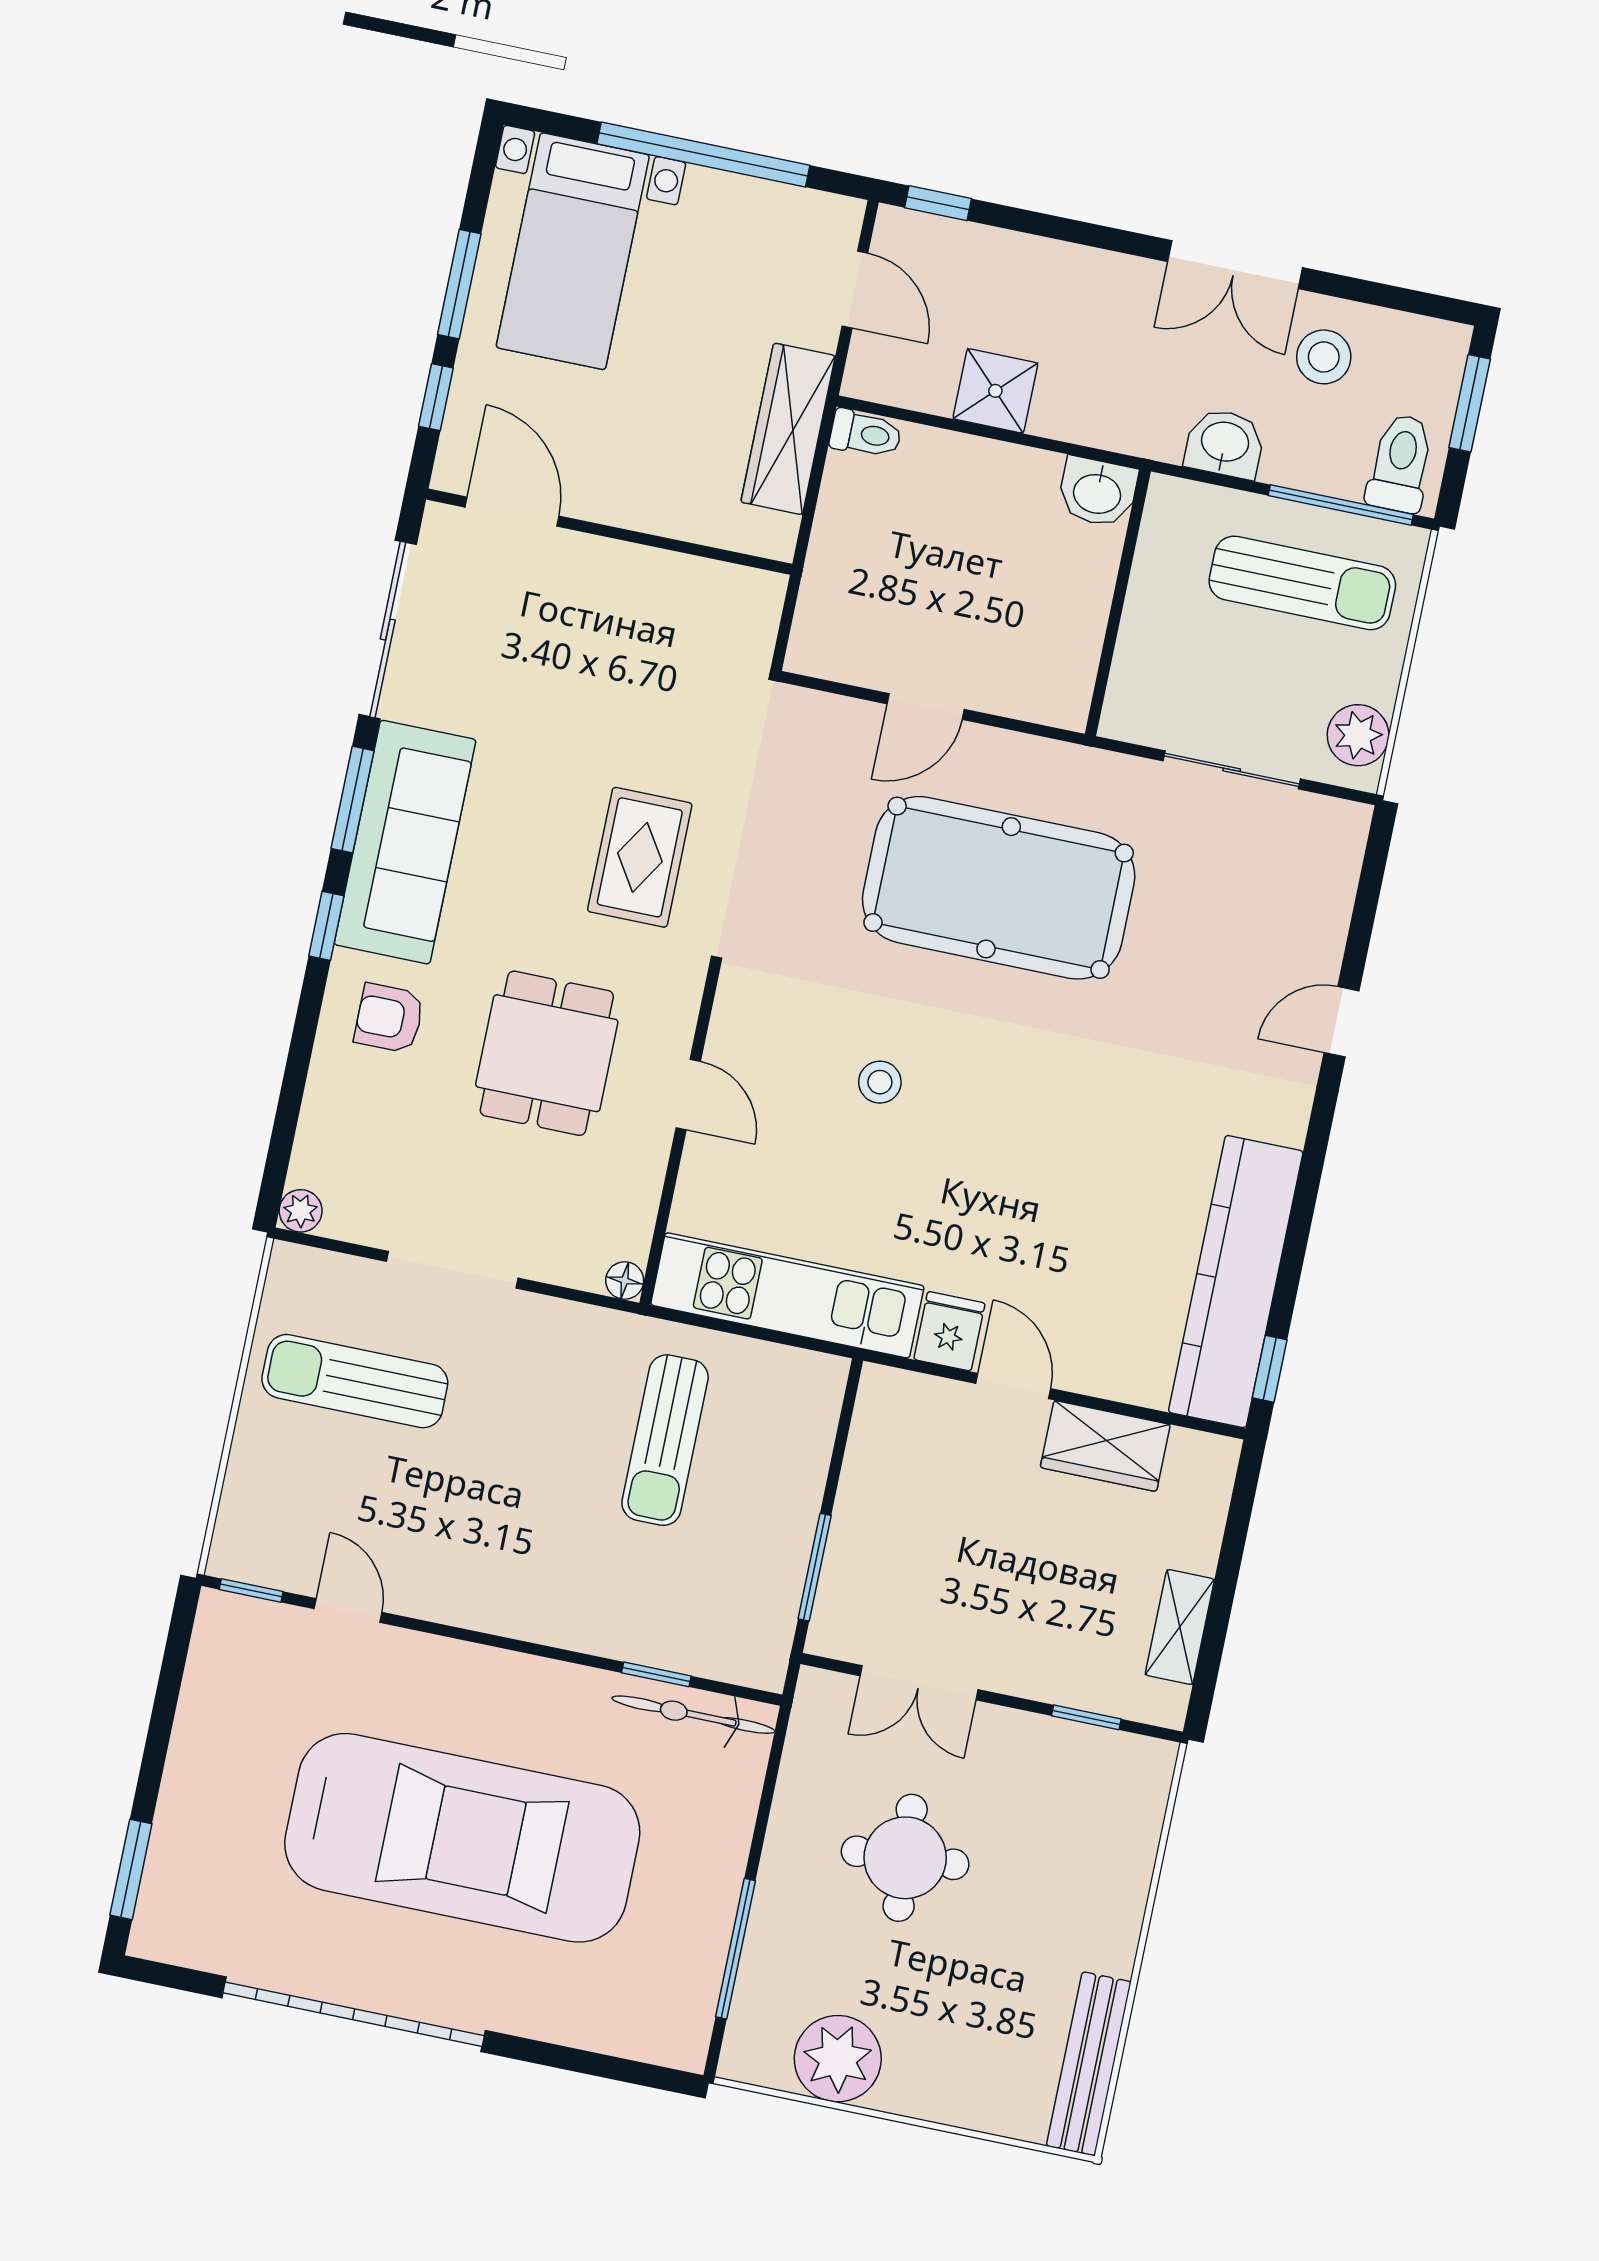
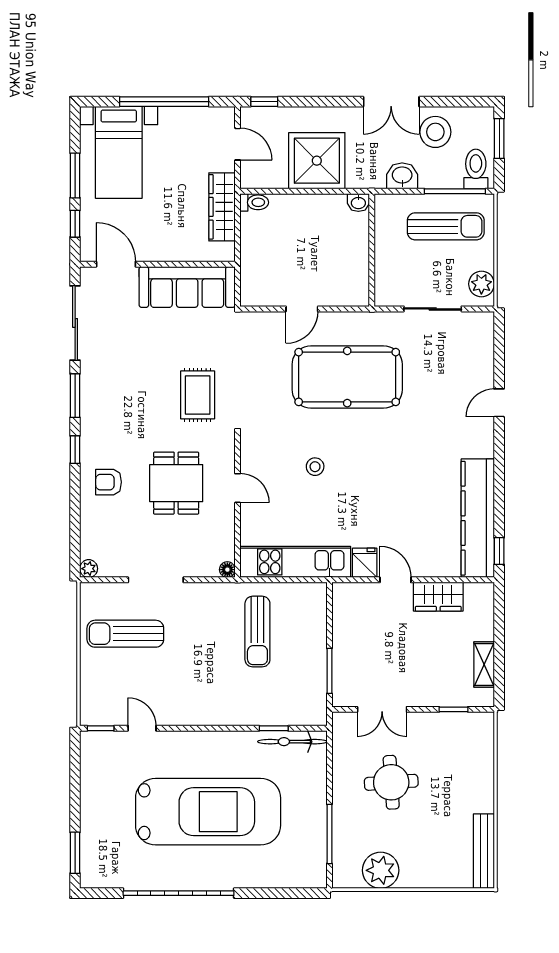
stool: (1324, 357) -> (435, 132), width x1.38, depth x1.38
shower: (995, 391) -> (317, 161), width x1.86, depth x1.86
washbasin: (1097, 492) -> (358, 202), width x0.72, depth x0.69
sofa: (405, 842) -> (187, 287), moved, turned 90

